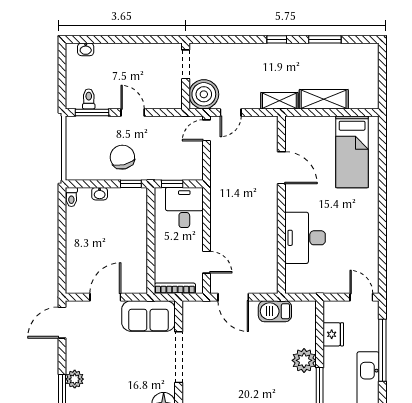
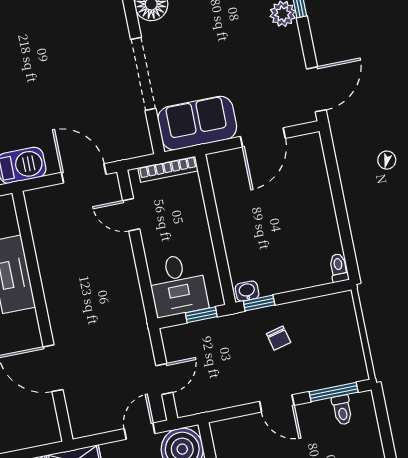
door: (206, 130) -> (164, 379), moved
chair: (122, 157) -> (279, 338), width x0.54, depth x0.54
washbasin: (100, 194) -> (247, 291), moved

